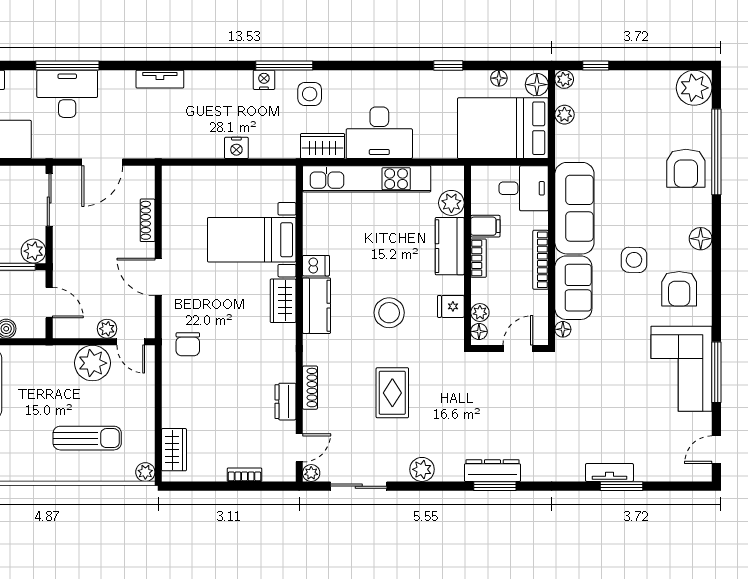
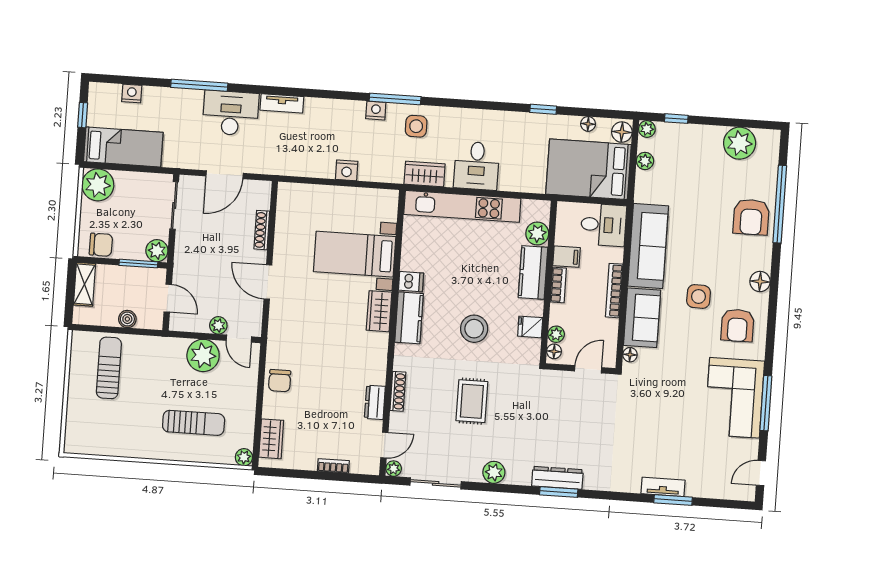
plant: (694, 88) -> (740, 143), moved
desk: (67, 94) -> (231, 113), moved
desk: (379, 133) -> (477, 166), width x0.73
chair: (188, 344) -> (280, 381), moved

